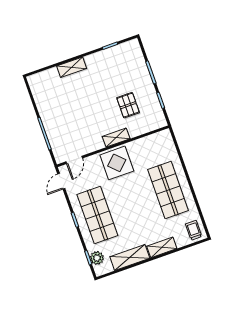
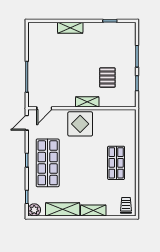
shop shelf: (168, 190) -> (116, 163), width x0.70, depth x0.74
plant: (97, 258) -> (34, 210), moved

